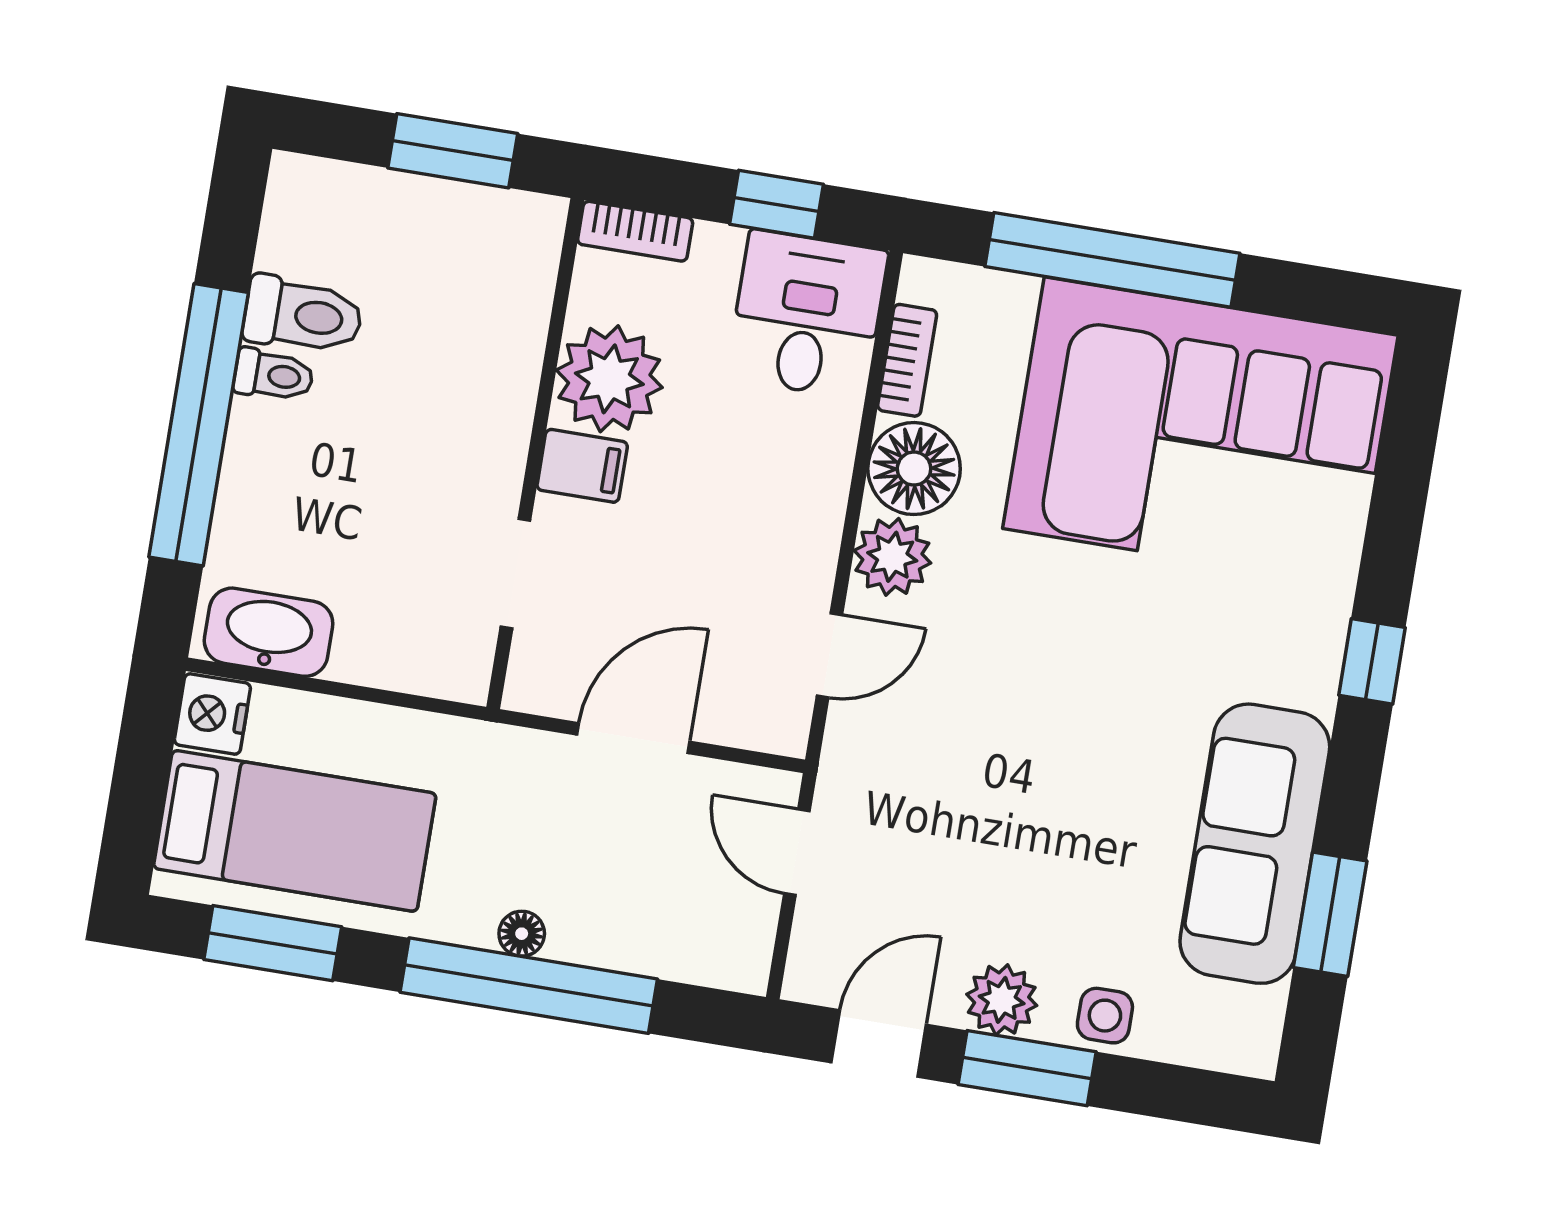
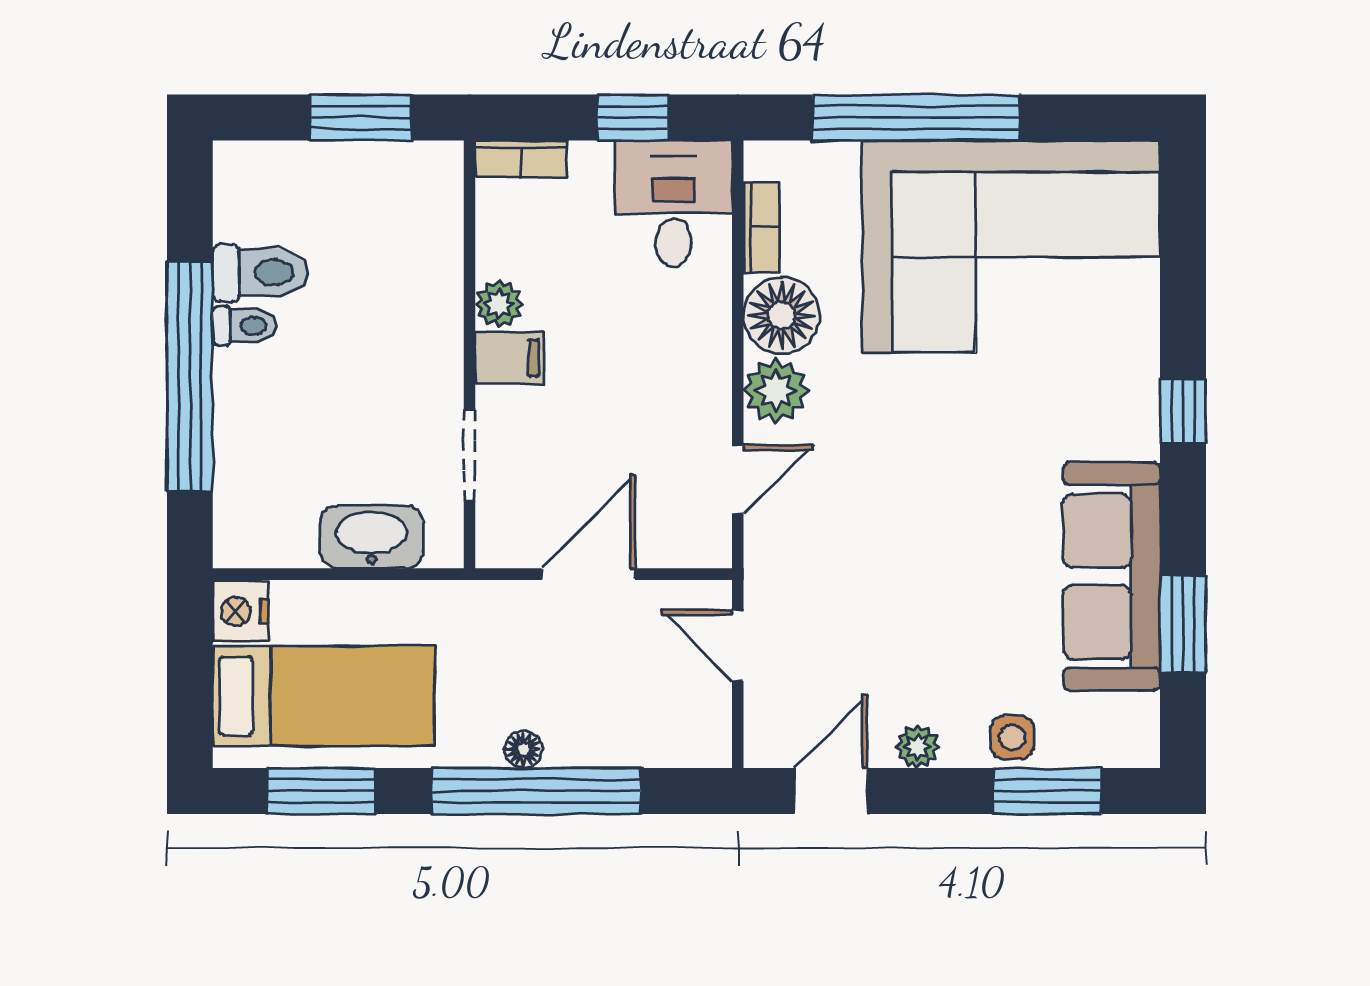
plant: (609, 379) -> (499, 304), width x0.53, depth x0.53
washbasin: (269, 632) -> (372, 537), moved
plant: (1002, 1000) -> (917, 747), width x0.73, depth x0.73
window: (1027, 1068) -> (1048, 791), moved

